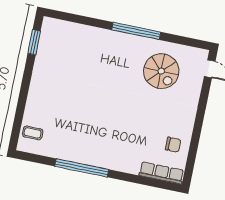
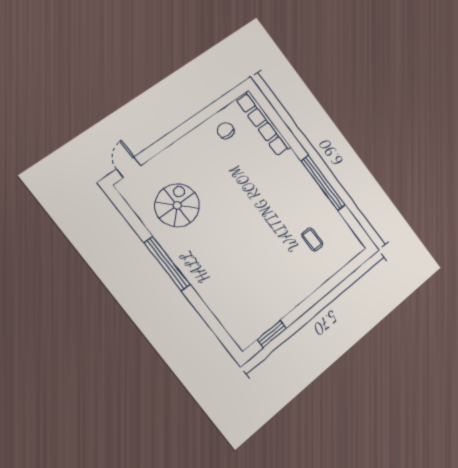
coffee table: (33, 133) -> (312, 239), moved
row of seats: (161, 173) -> (263, 124), width x1.36

